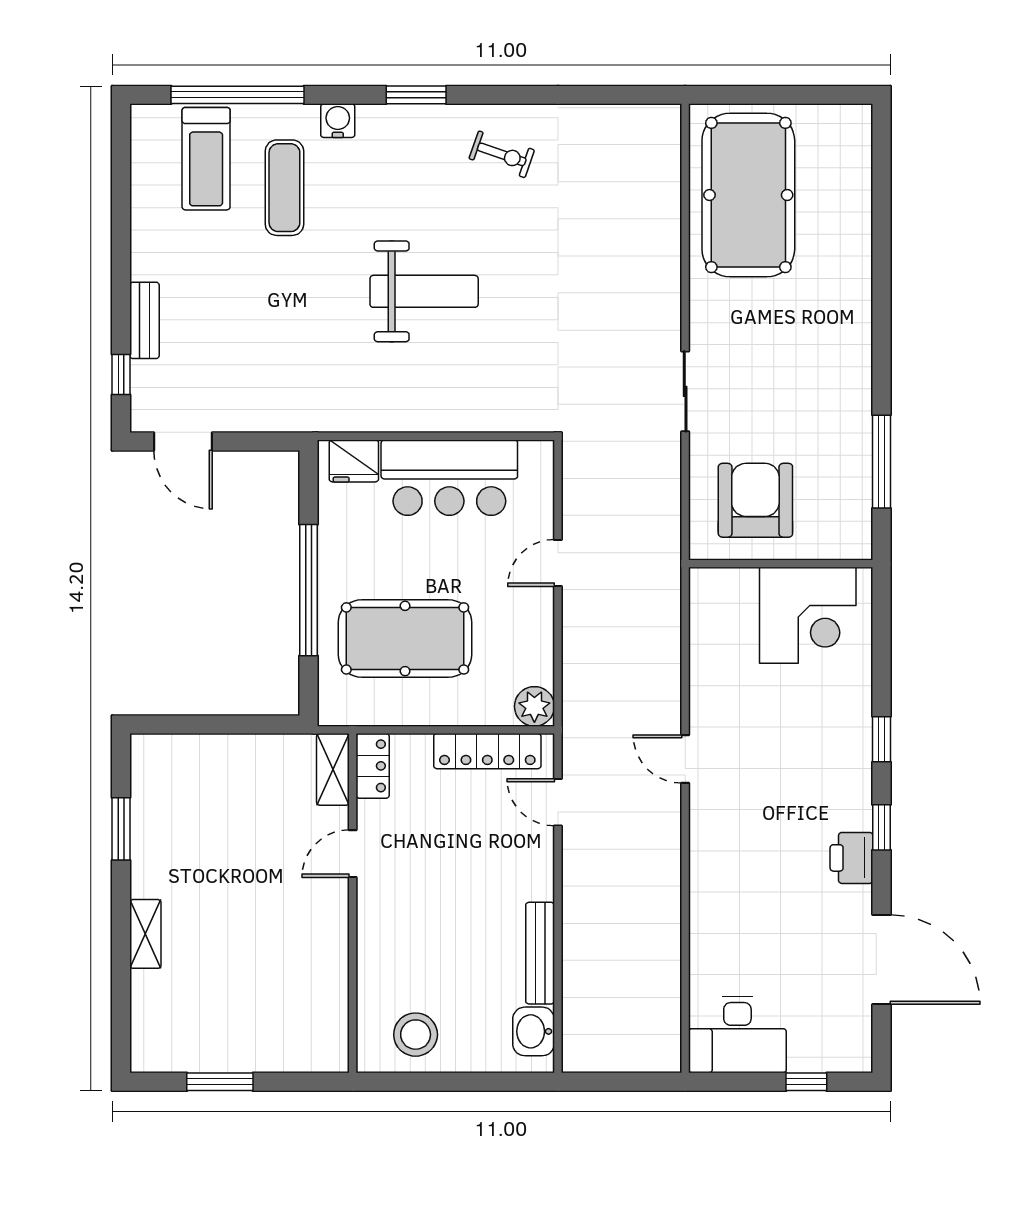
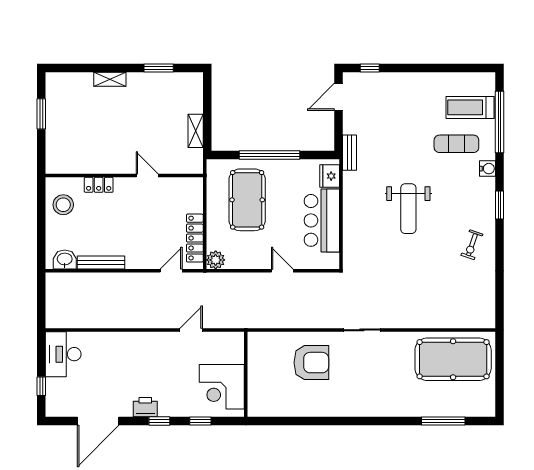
bench: (144, 320) -> (349, 153), moved, turned 90
window: (881, 462) -> (443, 421), moved
wall: (781, 564) -> (246, 374), moved
corner desk: (808, 615) -> (222, 387), moved
locker: (373, 766) -> (99, 185), moved
shelving: (333, 769) -> (196, 131), moved, turned 90

